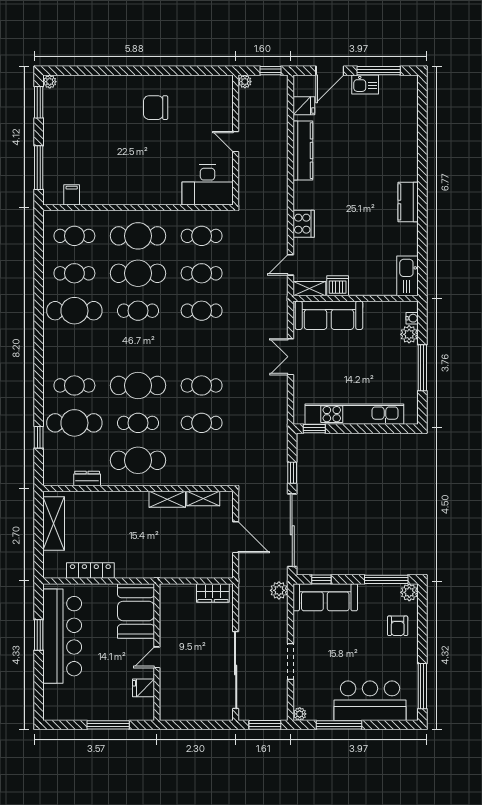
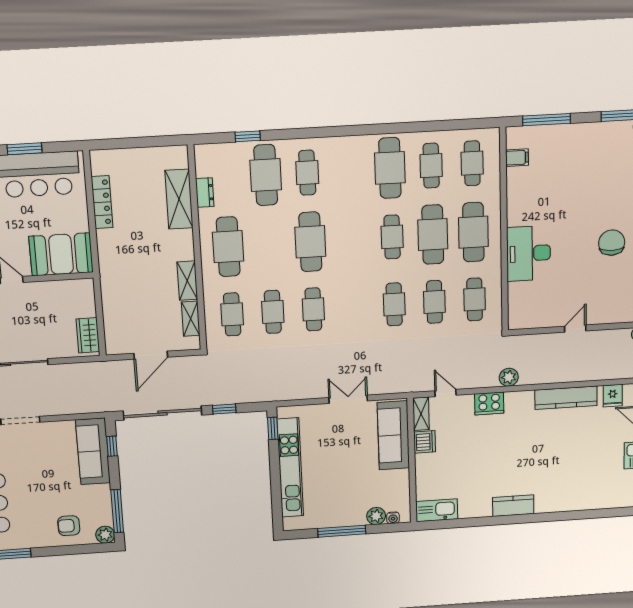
desk: (208, 185) -> (529, 253), moved
cafe table: (138, 423) -> (232, 314), moved
shelving: (54, 523) -> (179, 199), moved, turned 90
plant: (279, 590) -> (509, 377), moved

